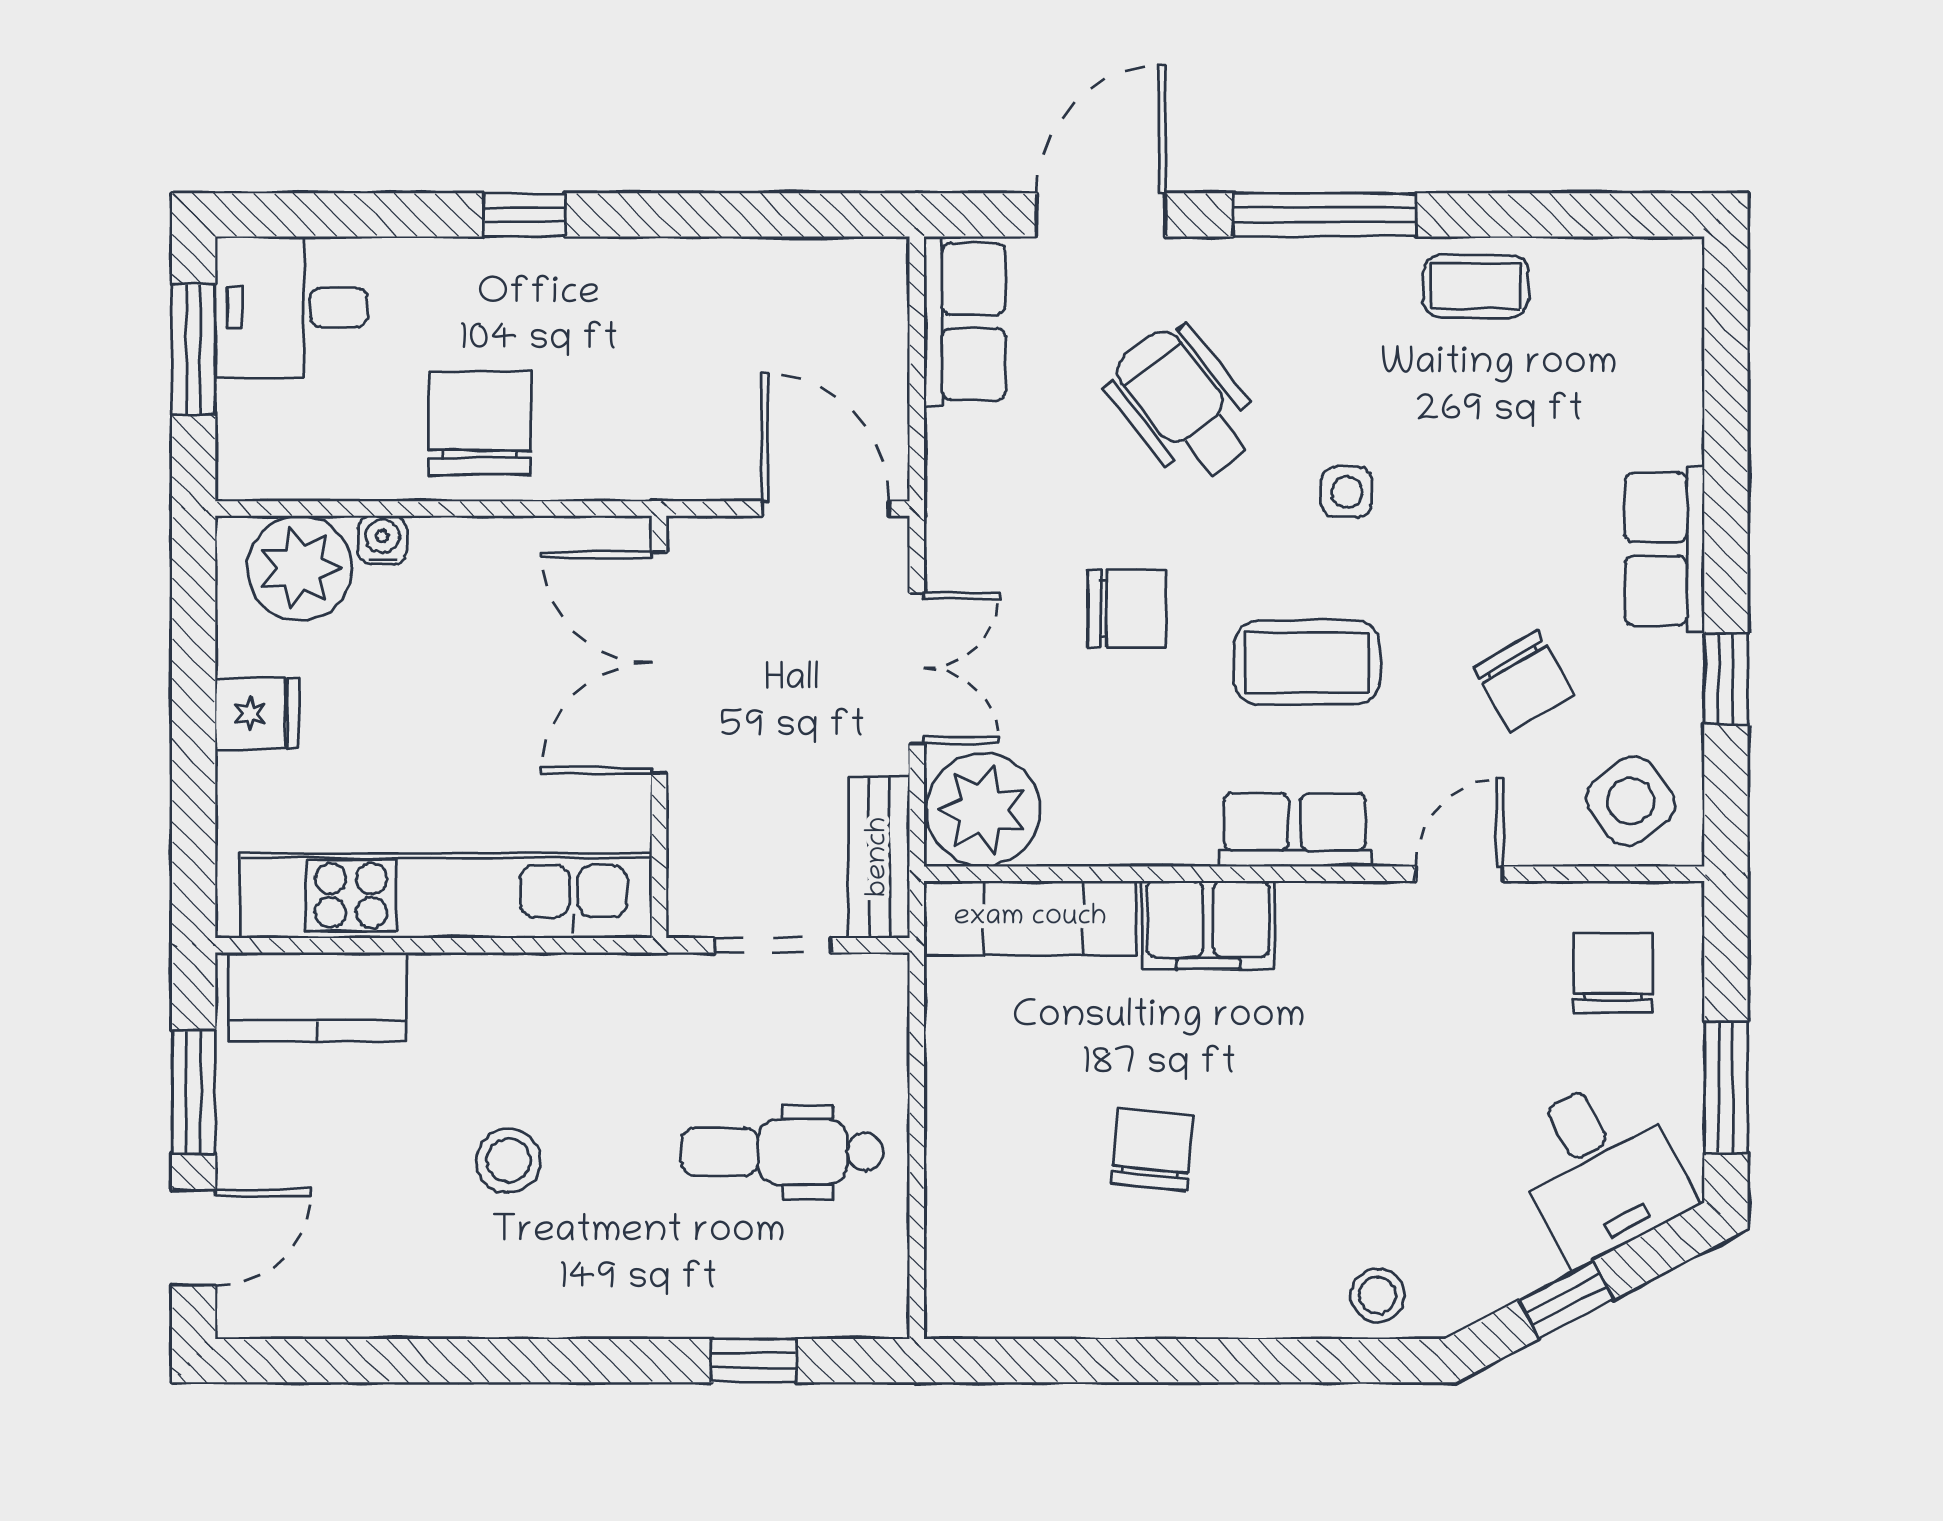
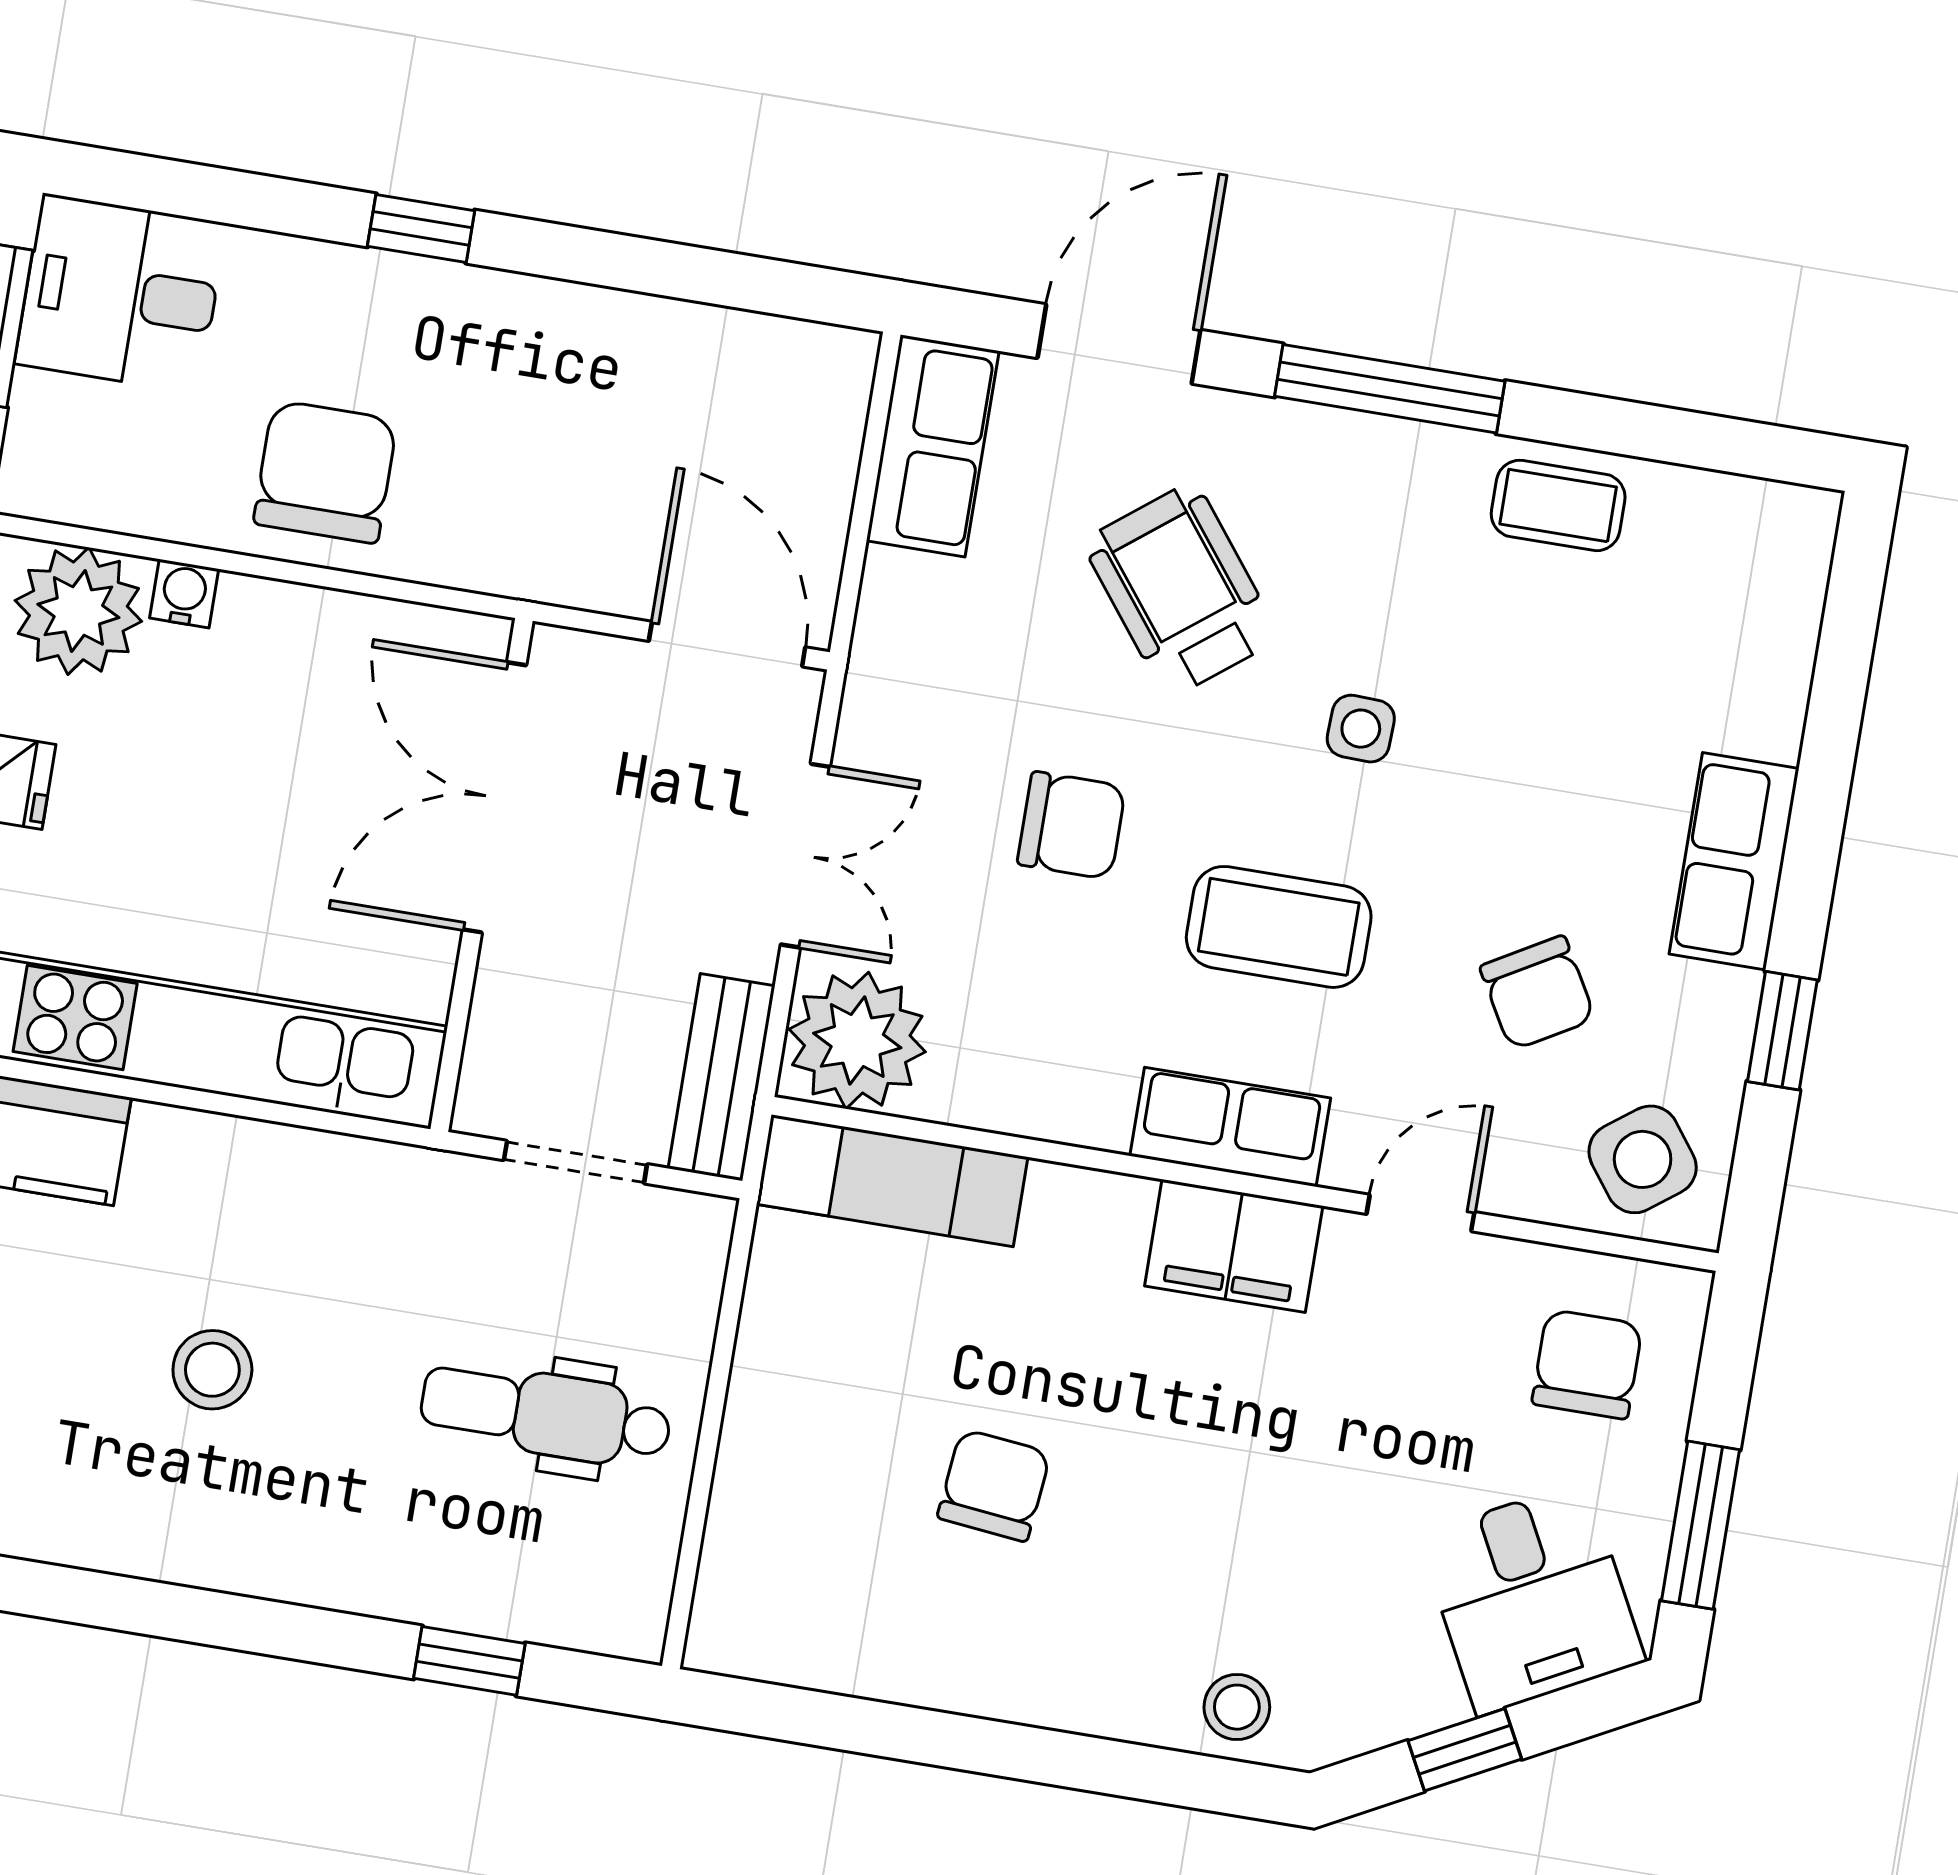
filing cabinet: (1208, 925) -> (1234, 1246), moved

